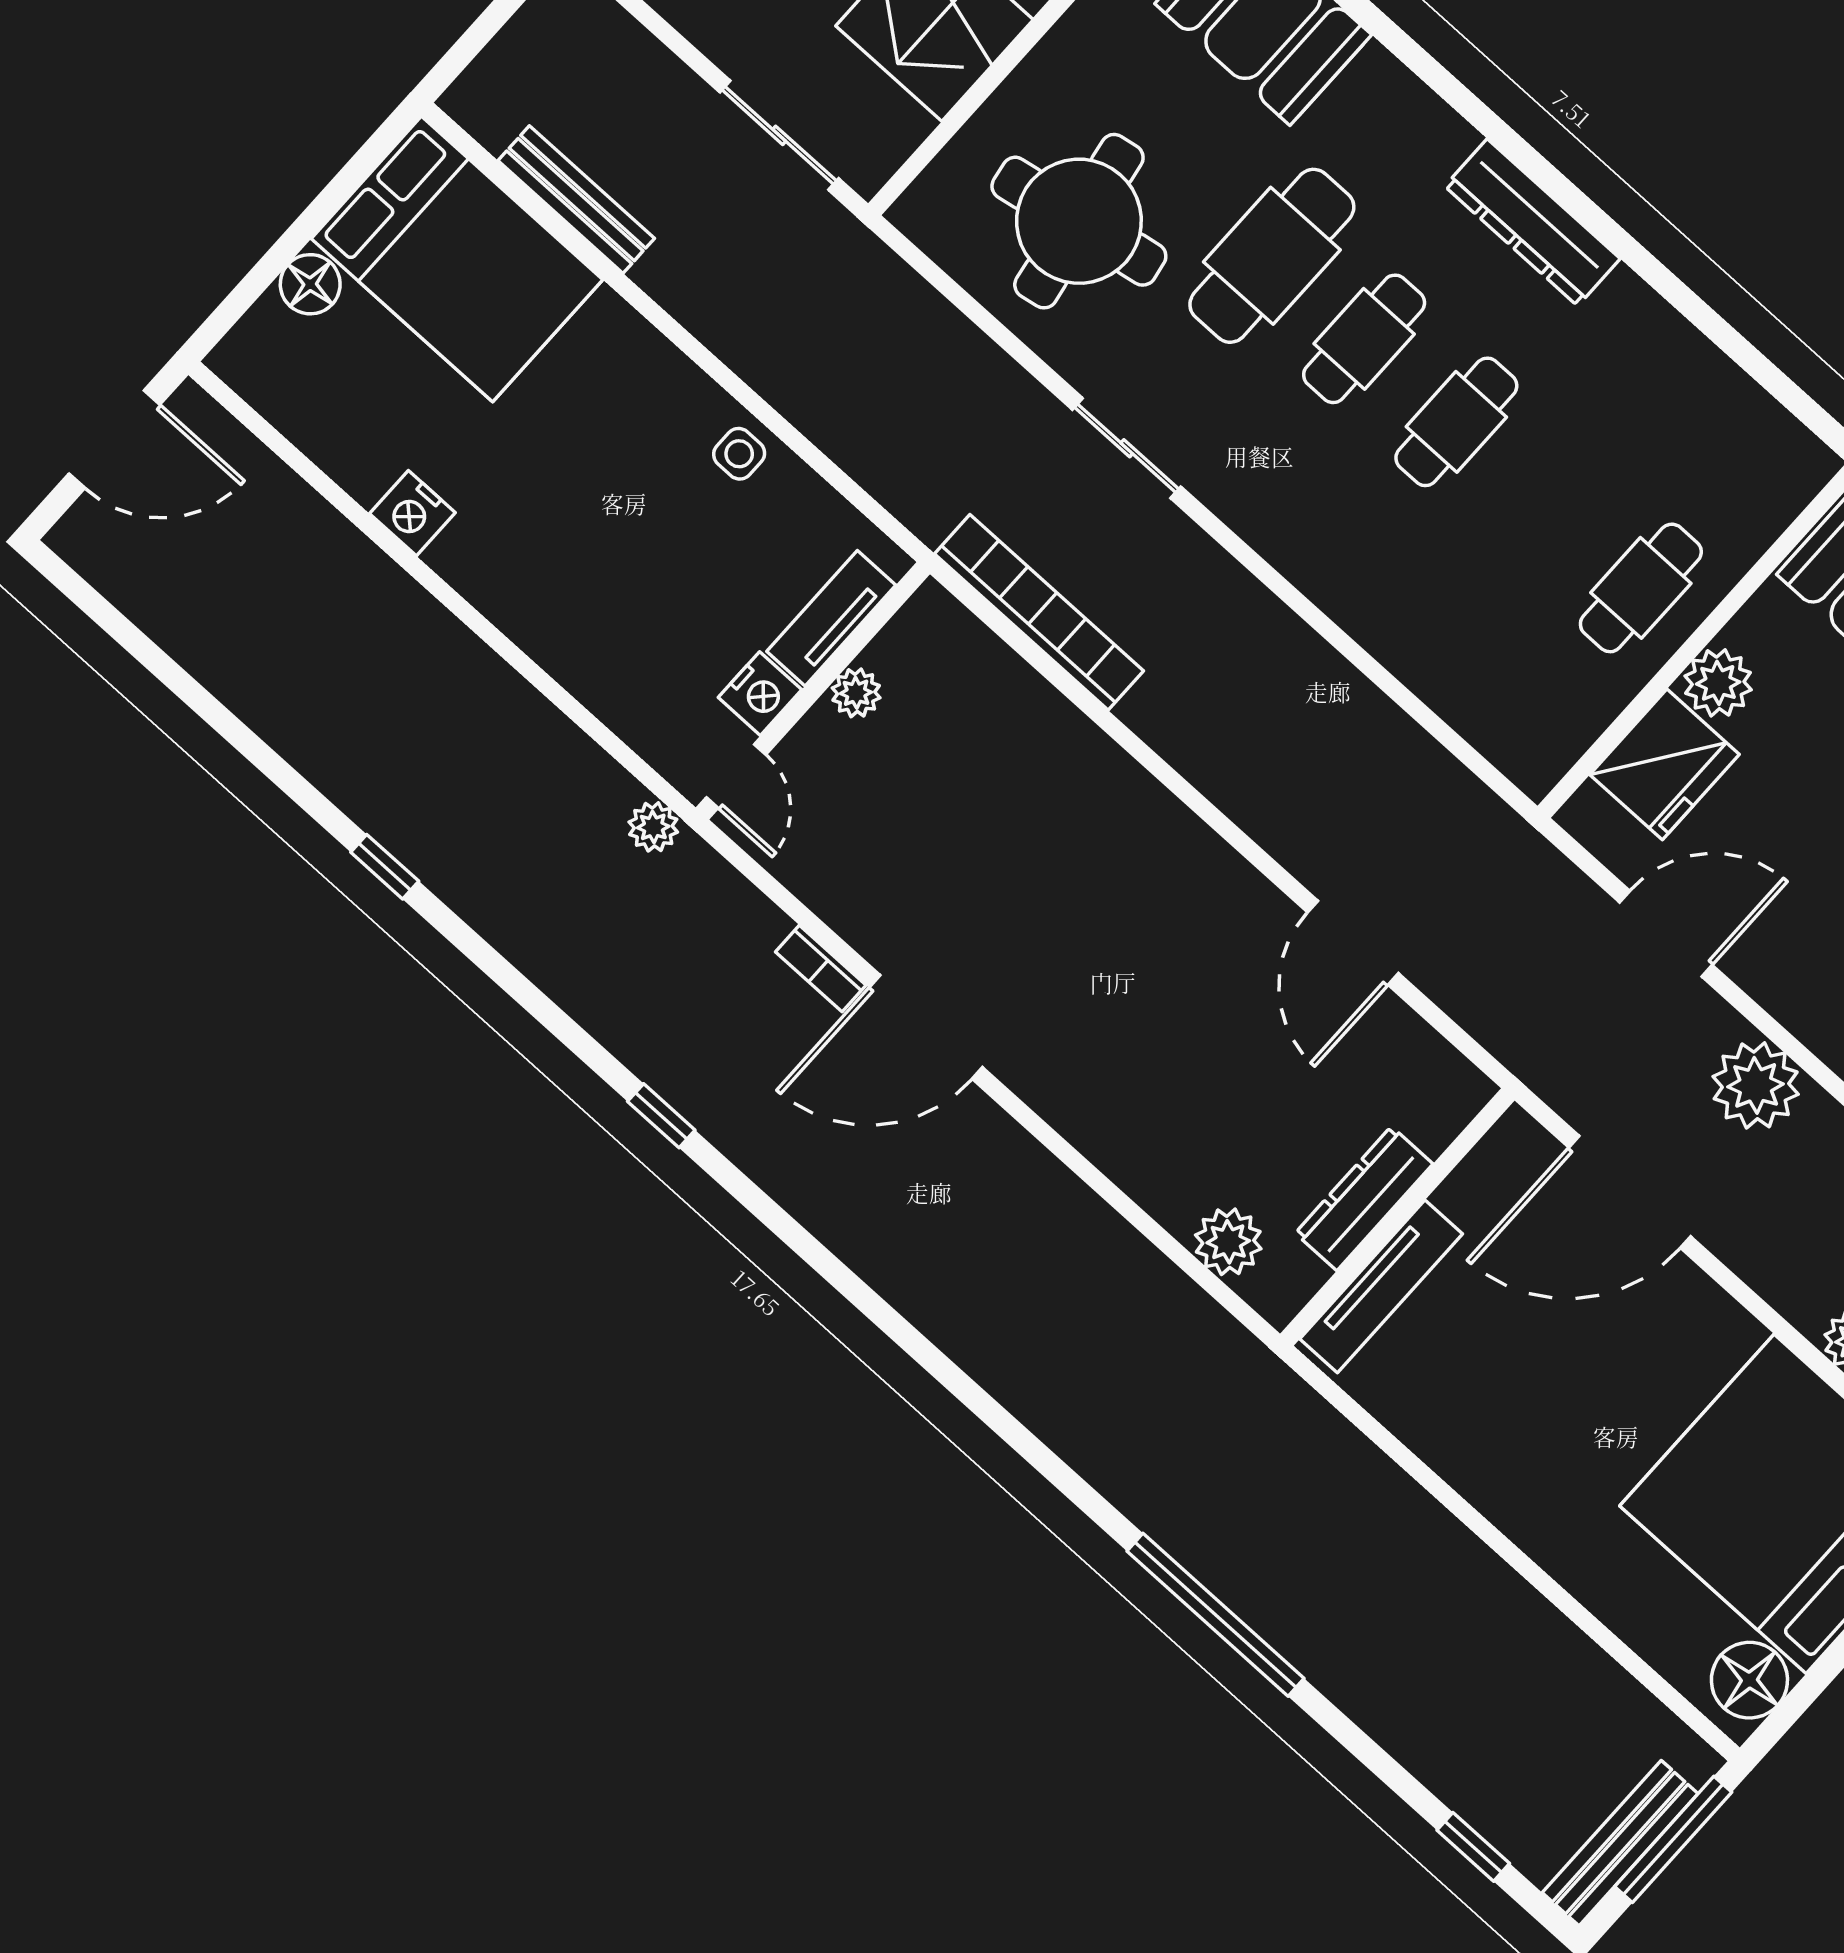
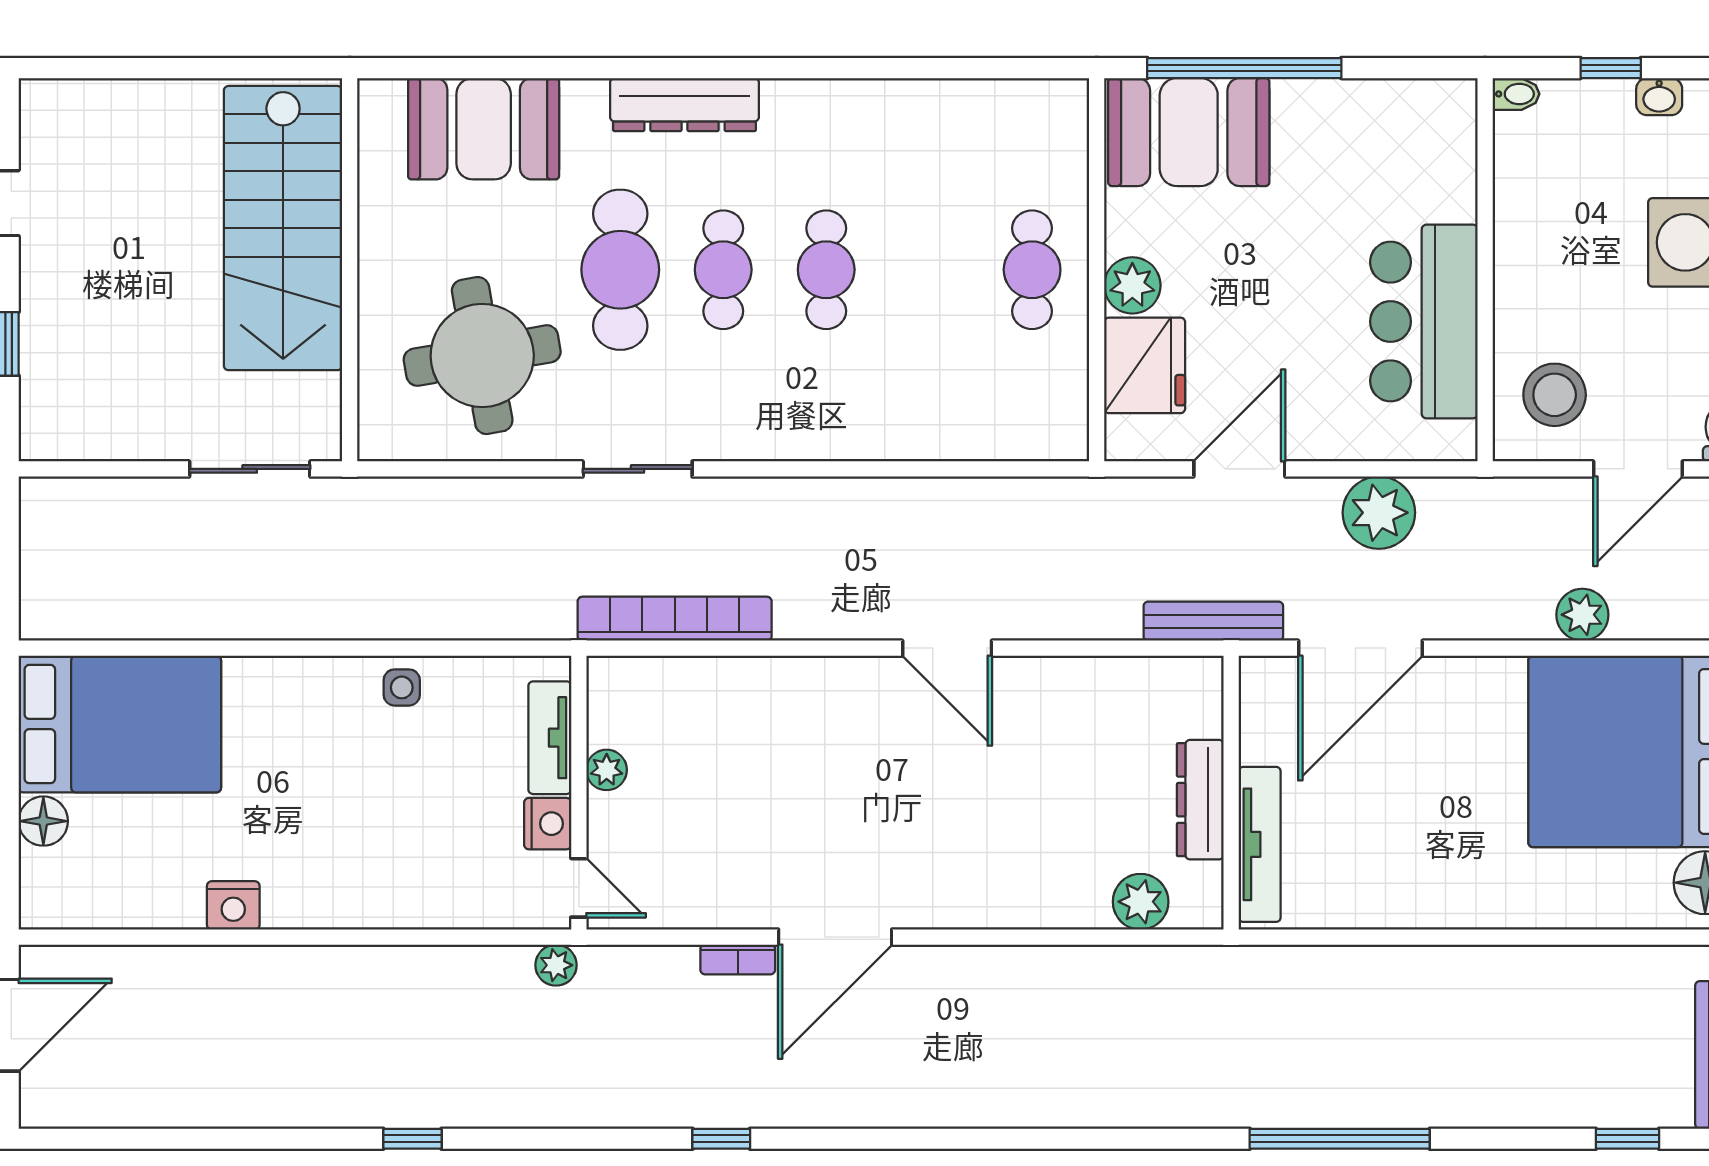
bench: (576, 200) -> (1213, 621), moved
dresser: (1532, 222) -> (684, 105), moved
door: (1353, 943) -> (947, 648), moved

